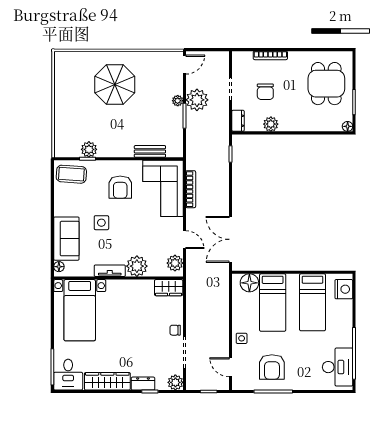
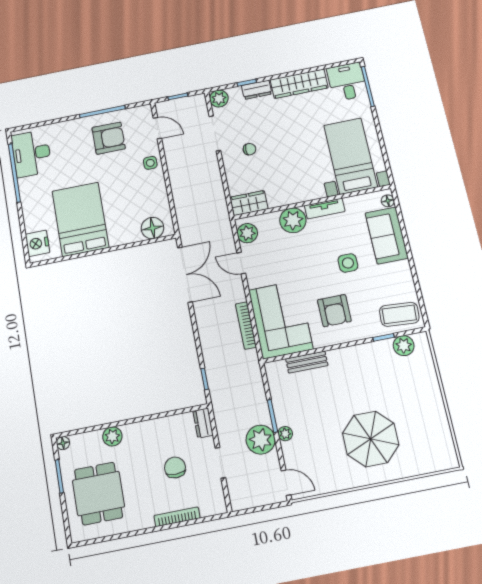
door: (185, 65) -> (286, 483), swing flipped
plant: (271, 124) -> (112, 436), moved
plant: (89, 149) -> (404, 346), moved
armchair: (120, 187) -> (334, 311), turned 180
bed: (313, 302) -> (80, 219), width x1.50
bed: (273, 303) -> (120, 211), removed
chair: (175, 330) -> (250, 149), moved
armchair: (272, 367) -> (109, 138), turned 90

